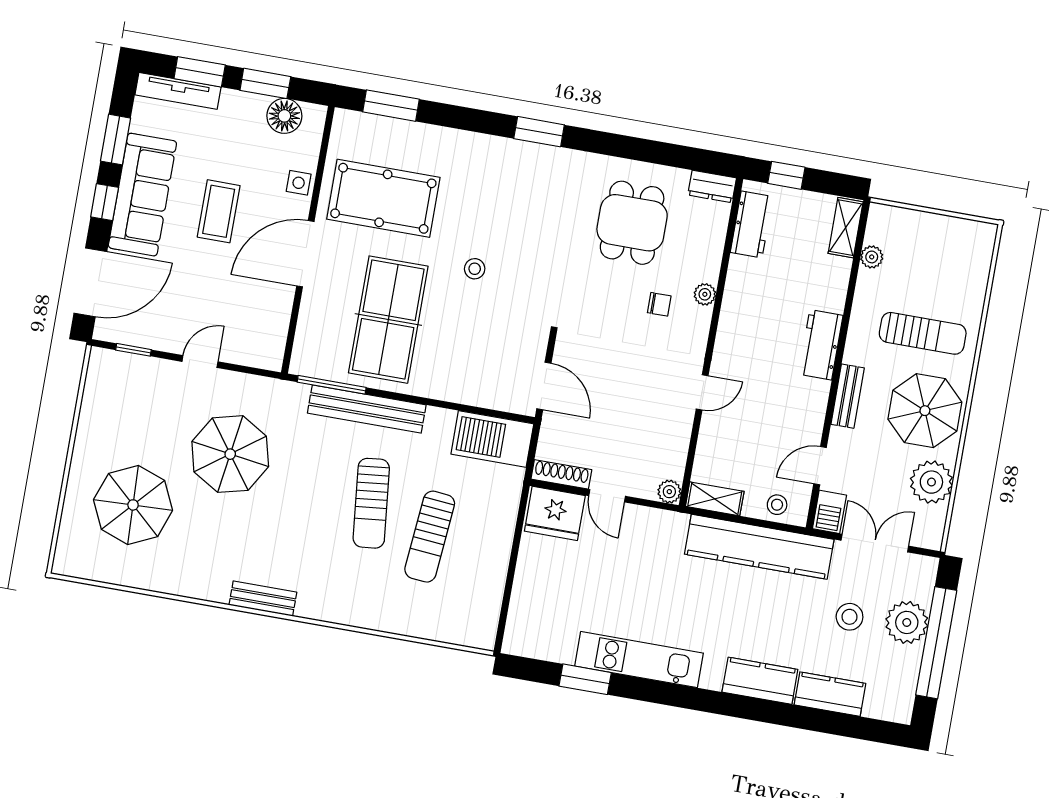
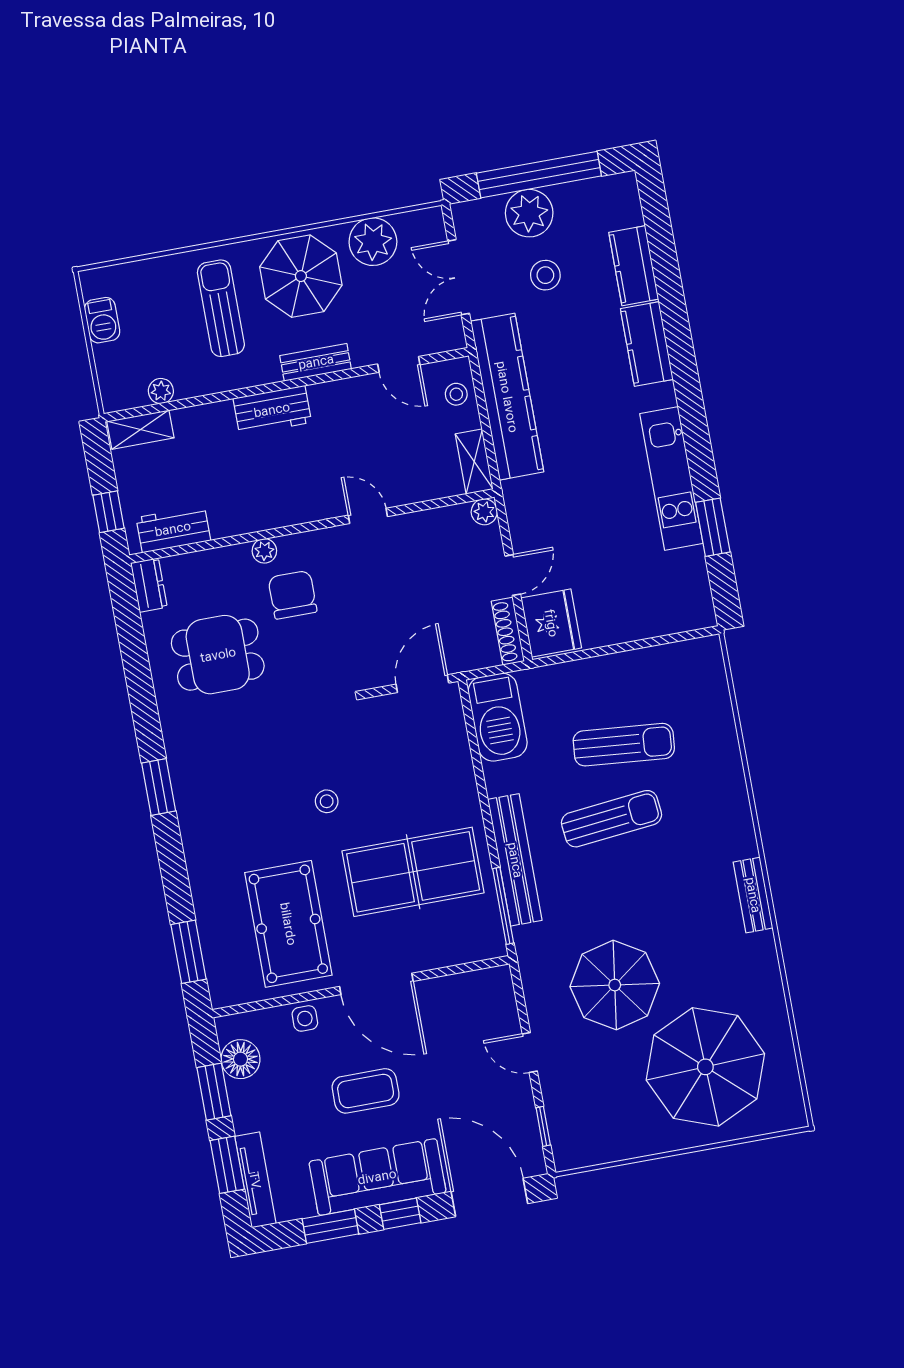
chair: (659, 304) -> (292, 595), width x1.87, depth x1.87
parasol: (133, 505) -> (705, 1067), width x1.36, depth x1.36
barbecue: (829, 512) -> (102, 320), moved, turned 90

